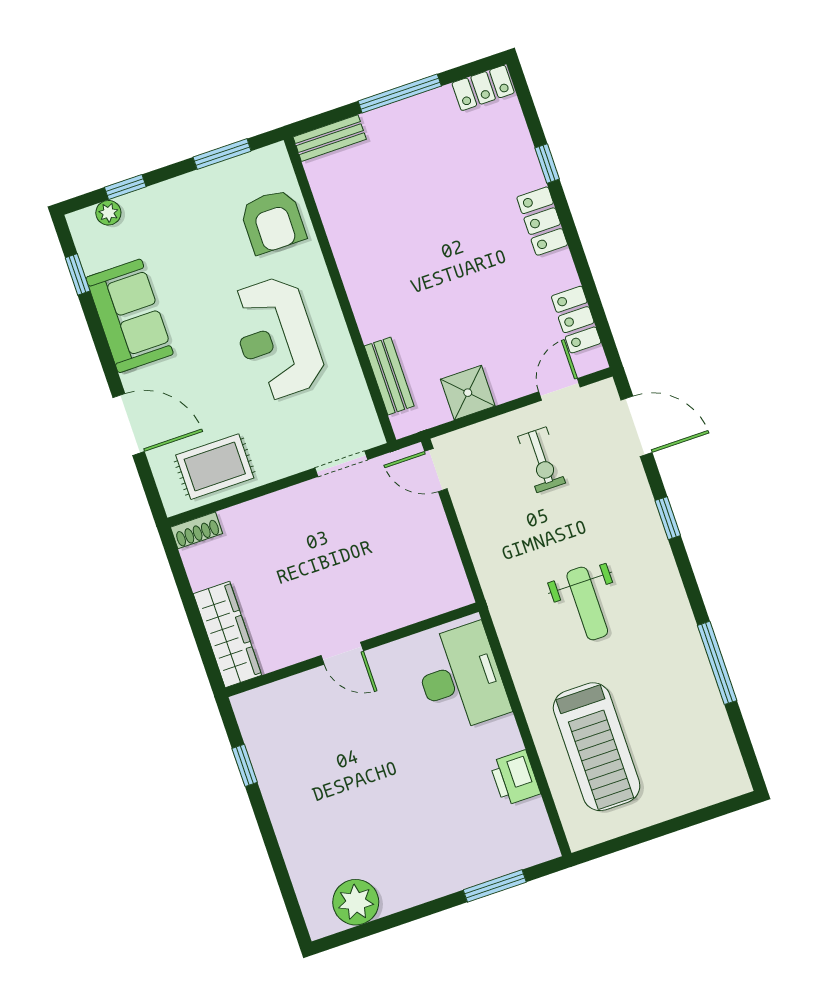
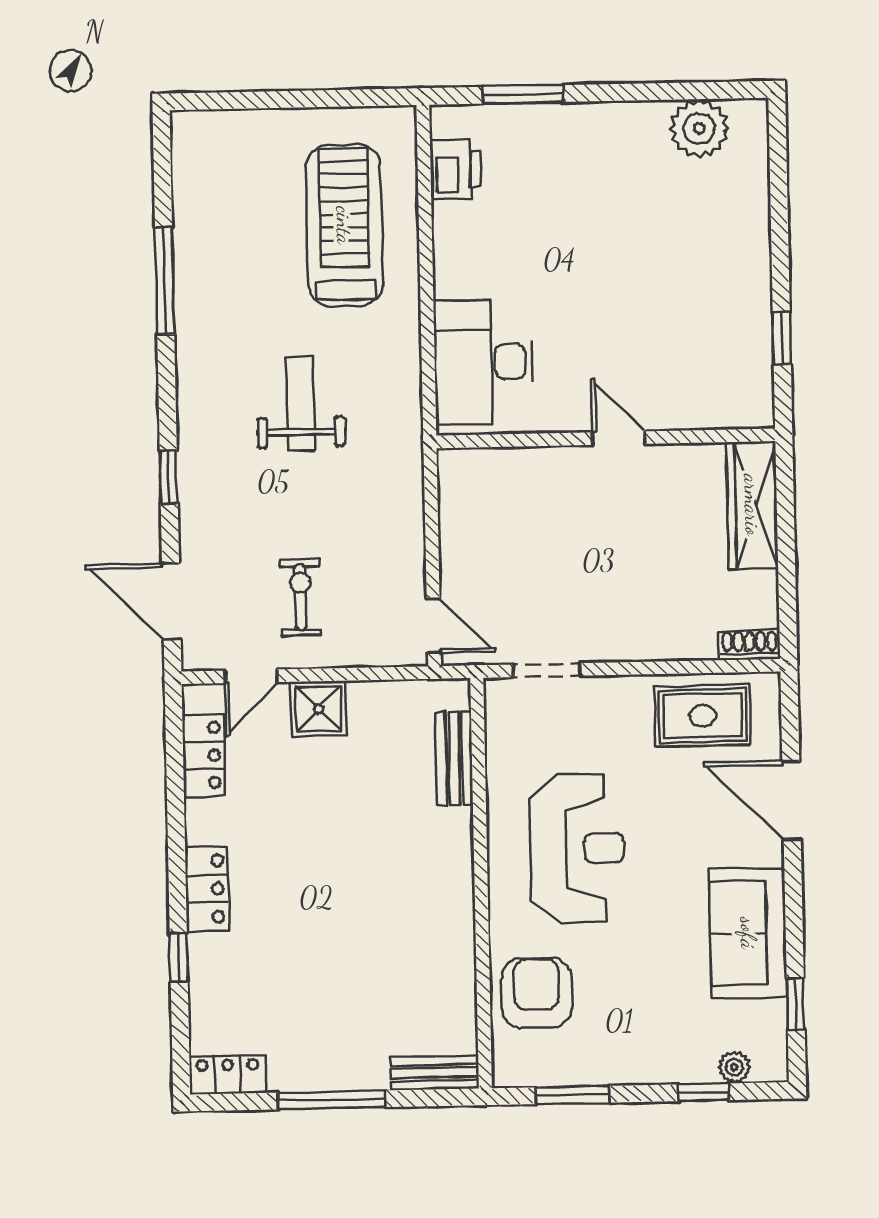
shower: (468, 393) -> (319, 709), moved
printer: (515, 778) -> (455, 169), moved

